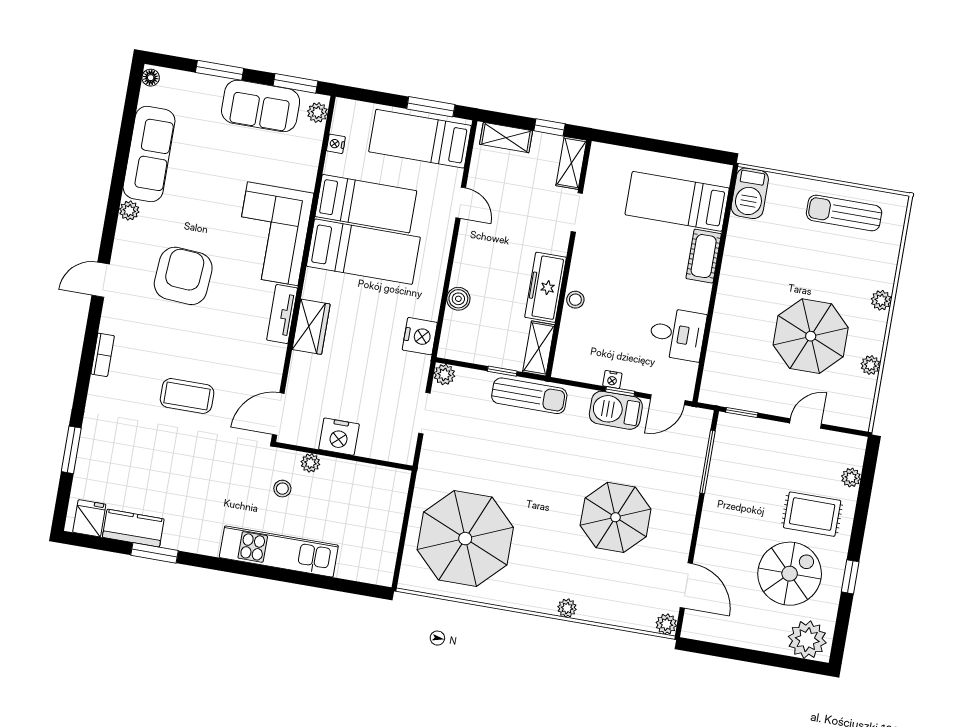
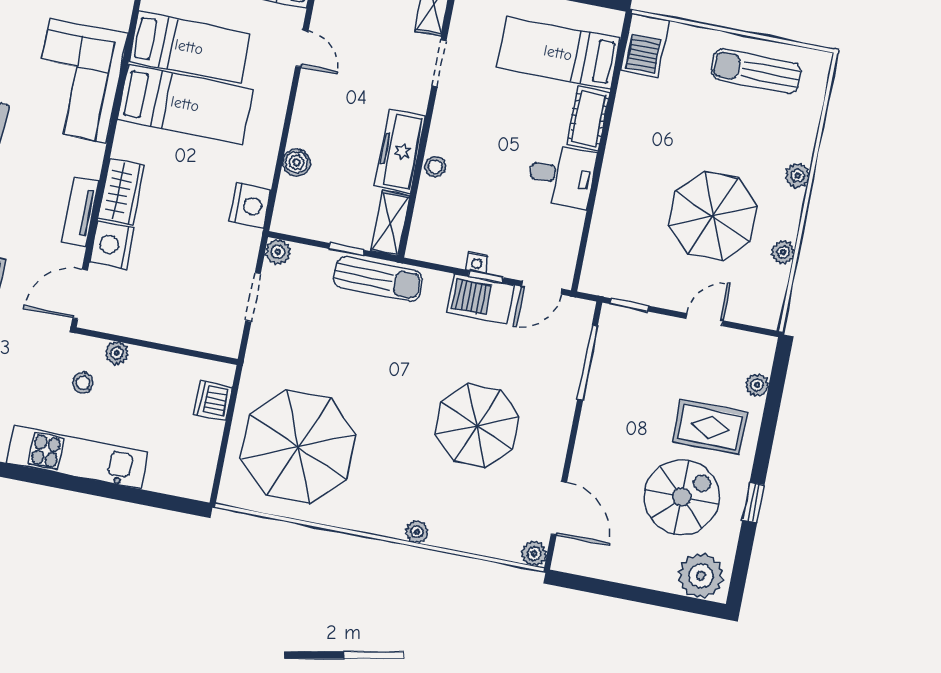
tv unit: (282, 314) -> (80, 212), moved
desk: (677, 334) -> (562, 176), moved
nightstand: (339, 437) -> (112, 245), moved, turned 90
dishwasher: (393, 501) -> (213, 401), added

